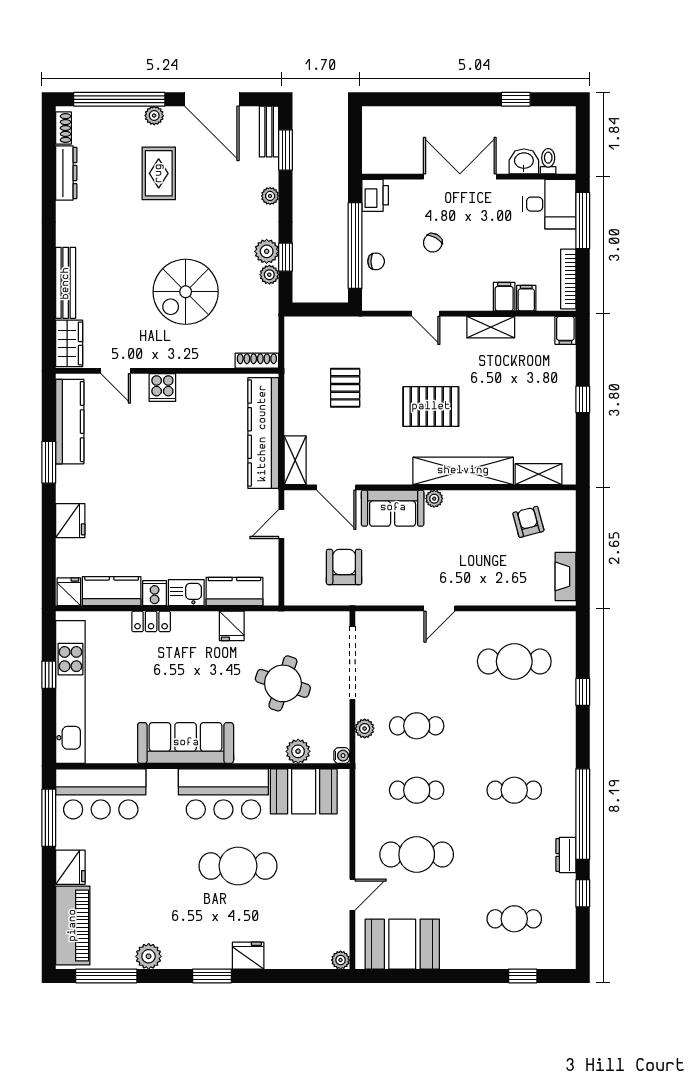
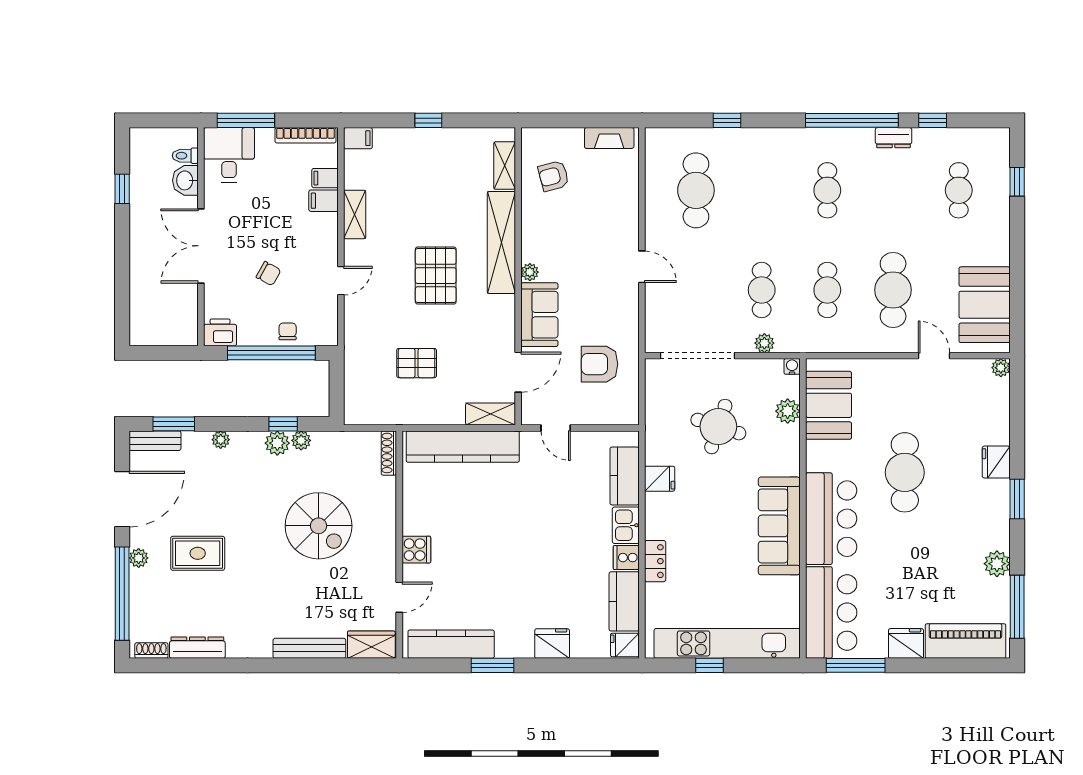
bar counter: (223, 794) -> (831, 519), moved

